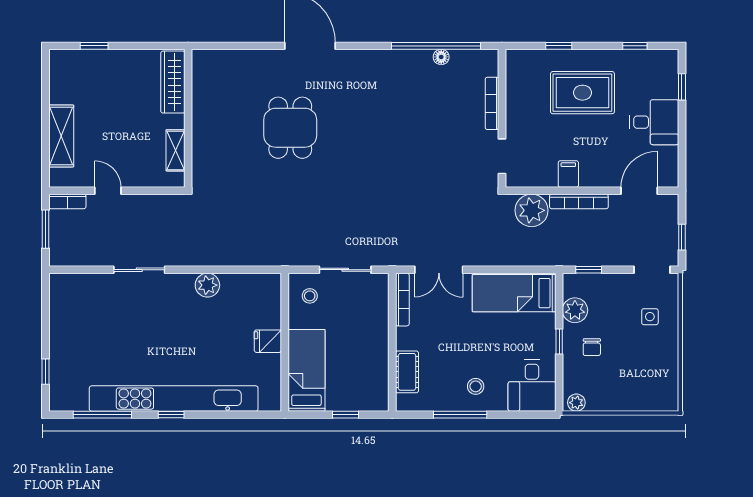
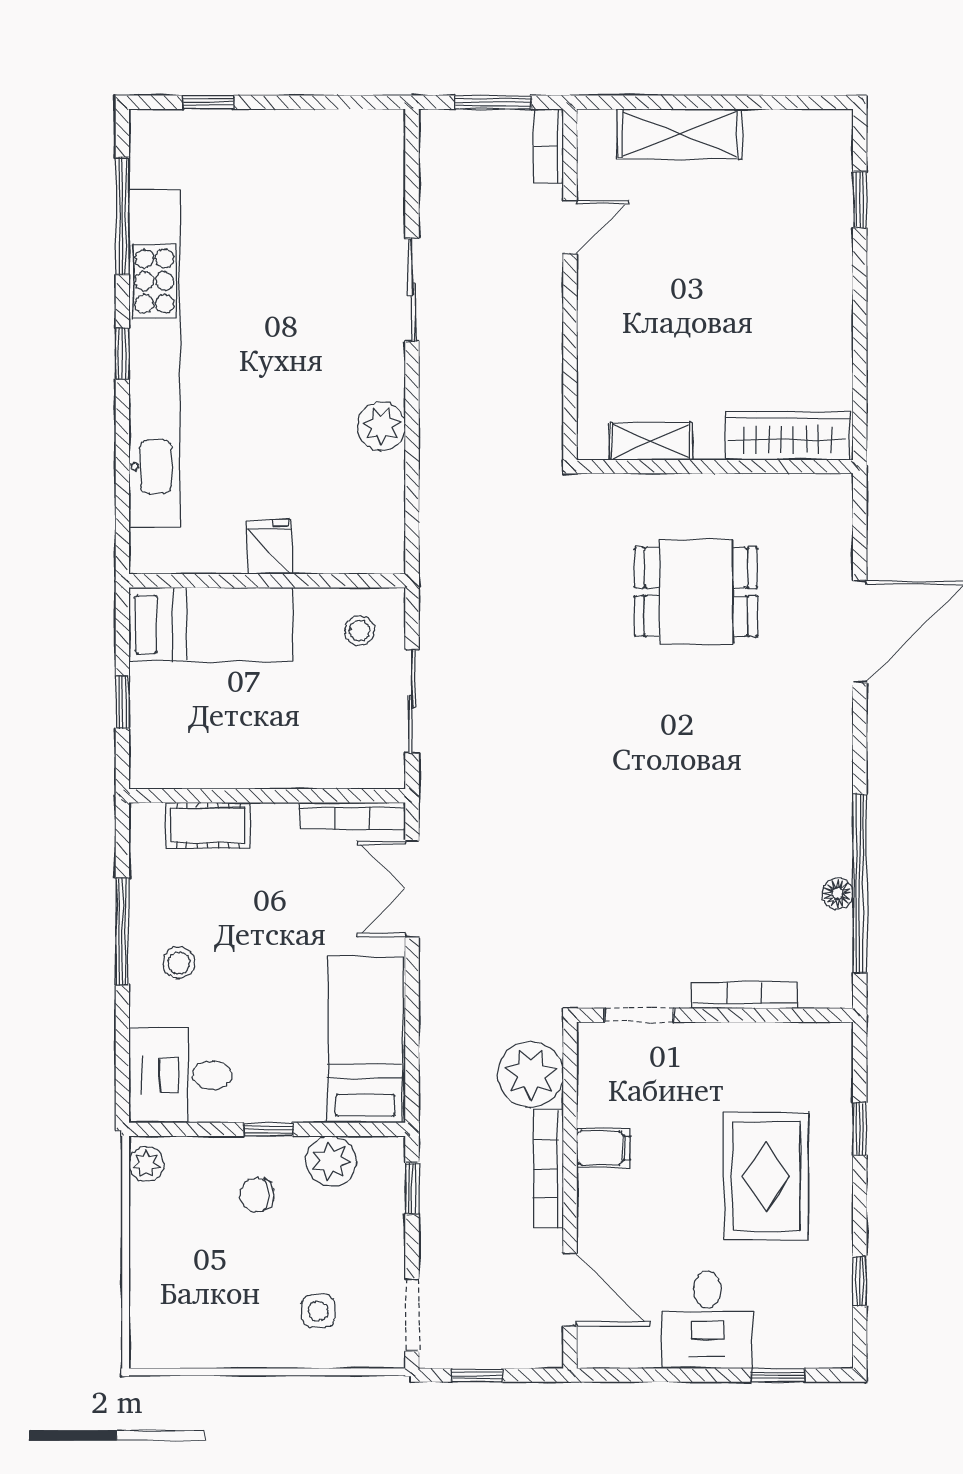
wardrobe: (173, 82) -> (787, 436), moved
wall: (188, 118) -> (715, 467), moved
shelving: (176, 150) -> (651, 441), moved

